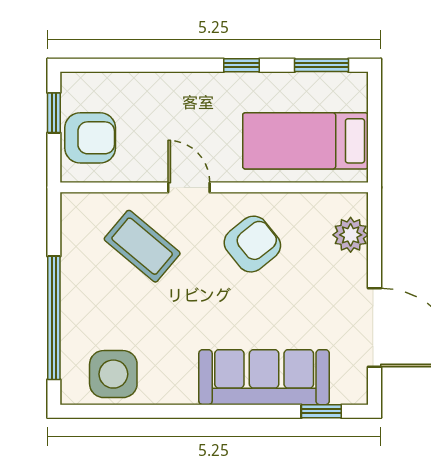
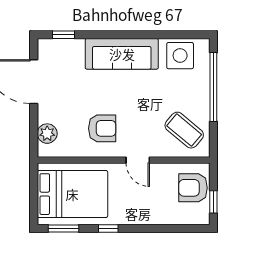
bed: (305, 141) -> (72, 194), width x1.50
armchair: (252, 244) -> (102, 128), turned -141
coffee table: (142, 246) -> (184, 130), moved
sofa: (264, 377) -> (122, 54), moved

